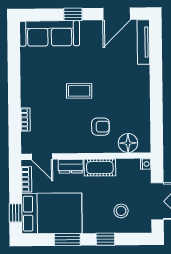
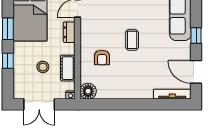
floor lamp: (128, 143) -> (88, 91), moved
cot: (100, 168) -> (68, 68), moved
stool: (121, 211) -> (43, 67), moved

